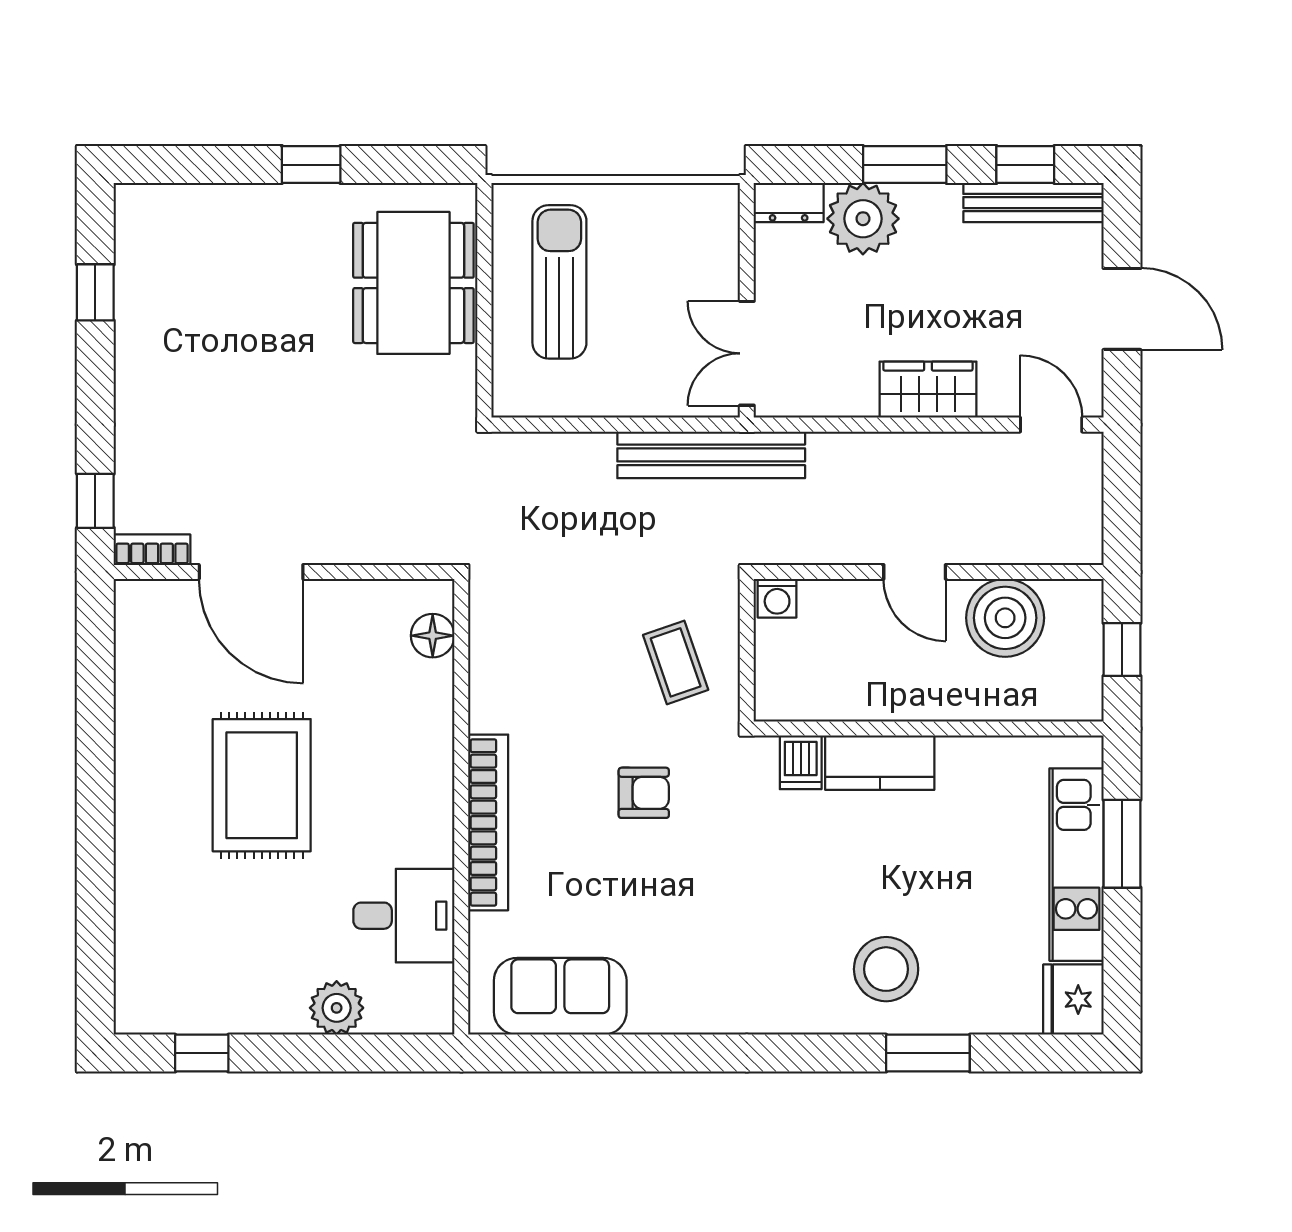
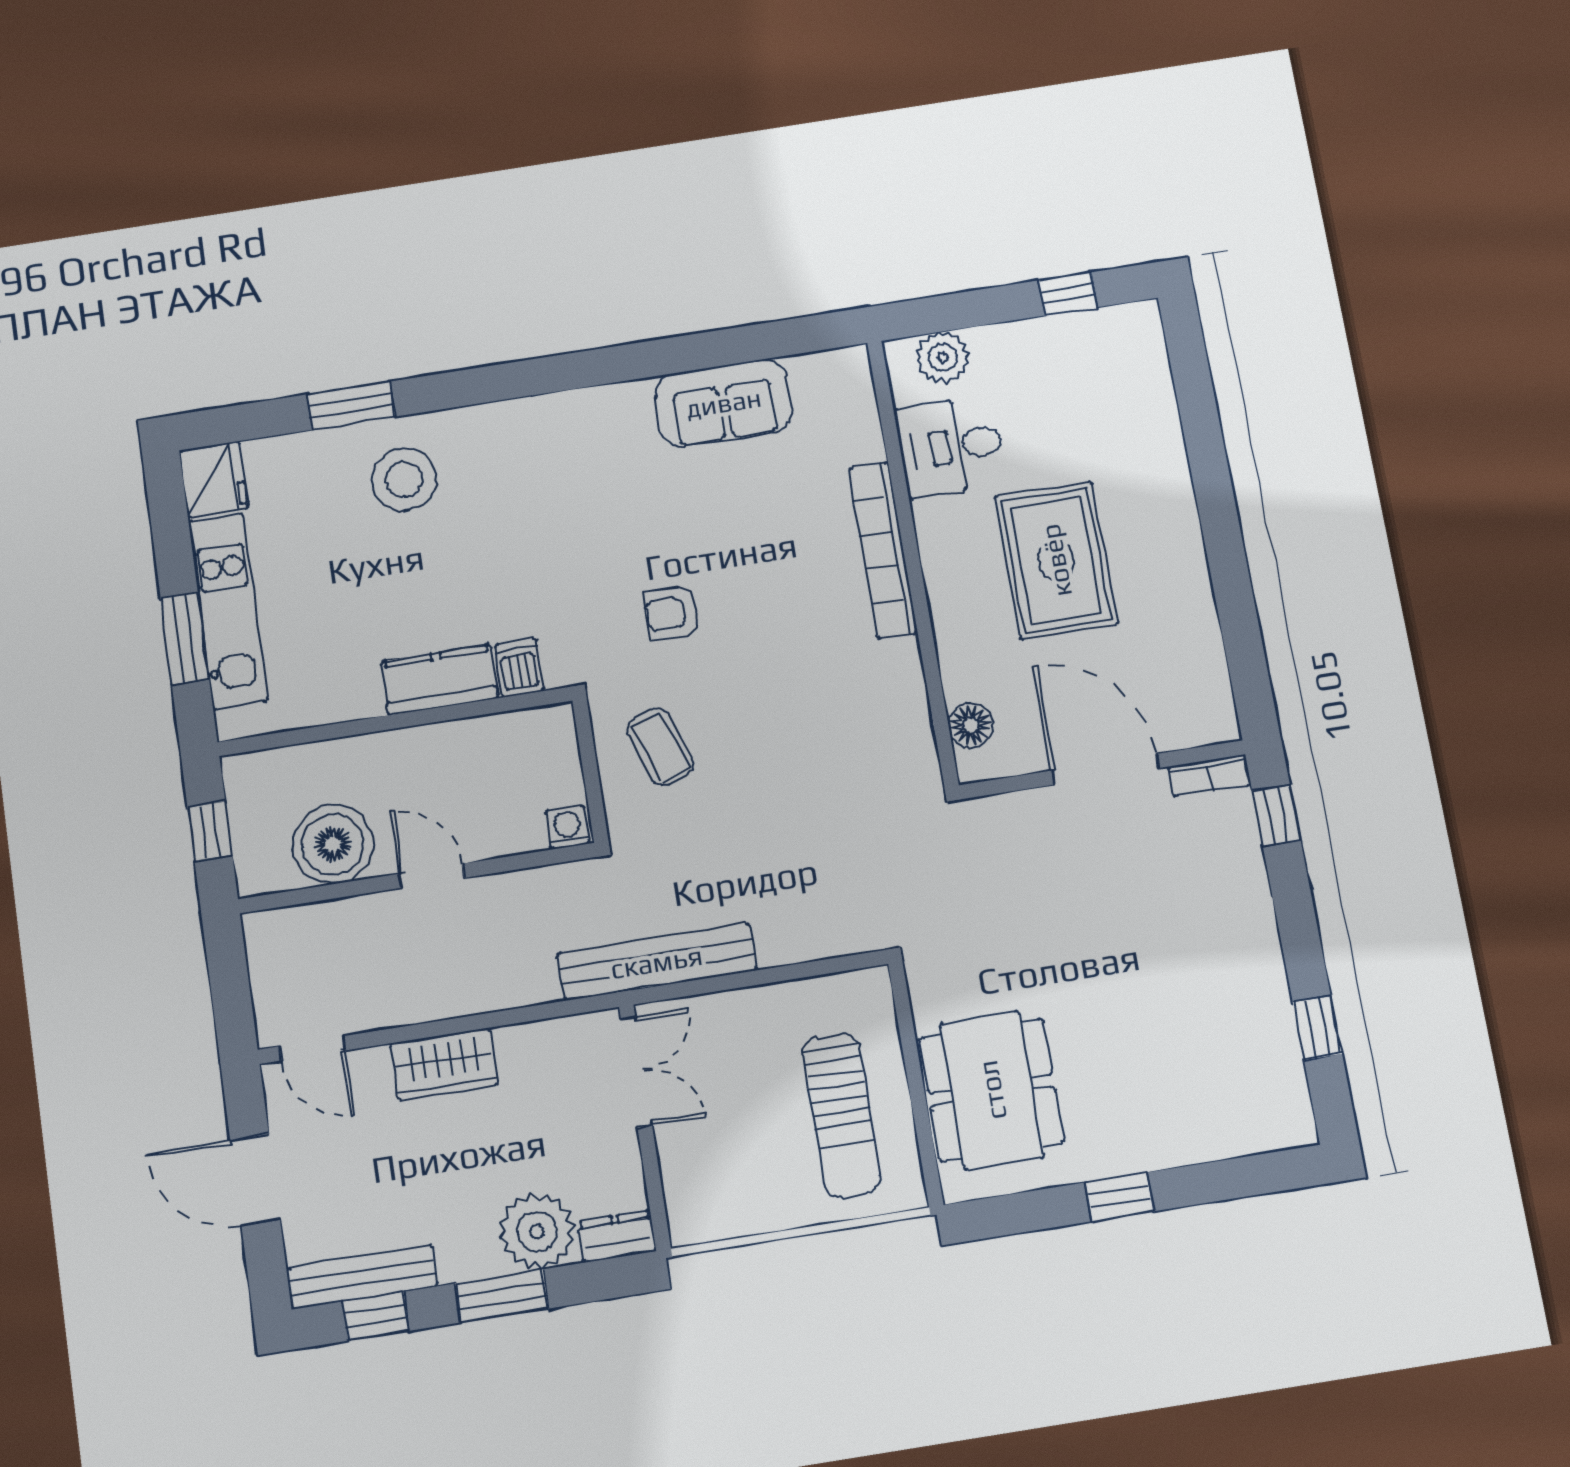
floor lamp: (433, 636) -> (971, 725), moved
wall: (461, 807) -> (912, 561), moved
bookcase: (488, 822) -> (883, 550), moved
desk: (404, 916) -> (951, 447), moved

